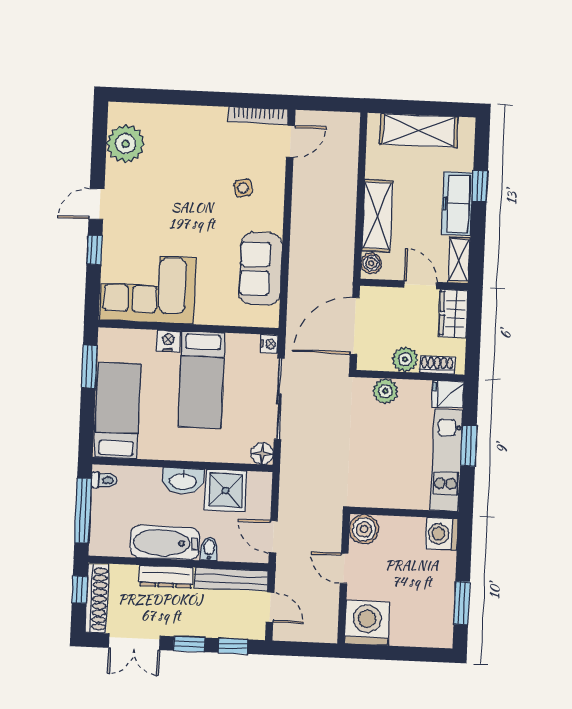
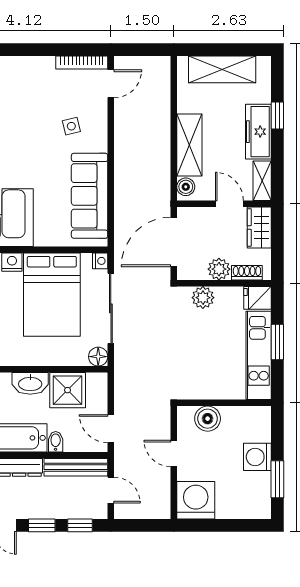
sofa: (261, 269) -> (90, 196), width x1.36
bed: (202, 380) -> (52, 295), width x1.50
boiler: (364, 529) -> (208, 419), moved
washing machine: (442, 534) -> (257, 457), moved

